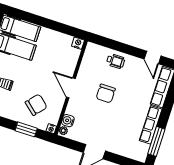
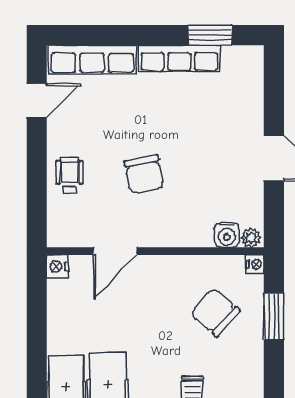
door: (71, 88) -> (115, 251), moved
chair: (106, 94) -> (144, 174), turned 79
window: (156, 141) -> (210, 35), width x0.69

